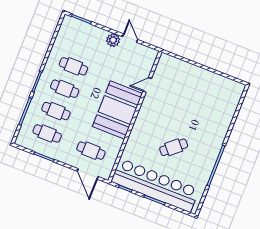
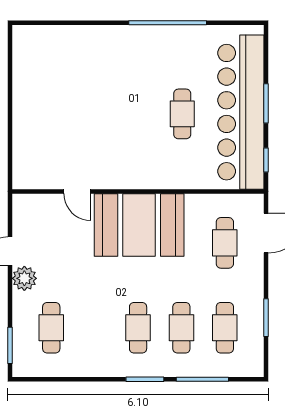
cafe table: (73, 66) -> (51, 328), moved
cafe table: (174, 147) -> (182, 114), moved, turned 41

